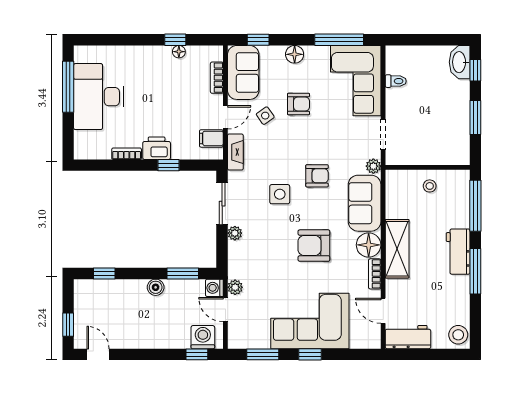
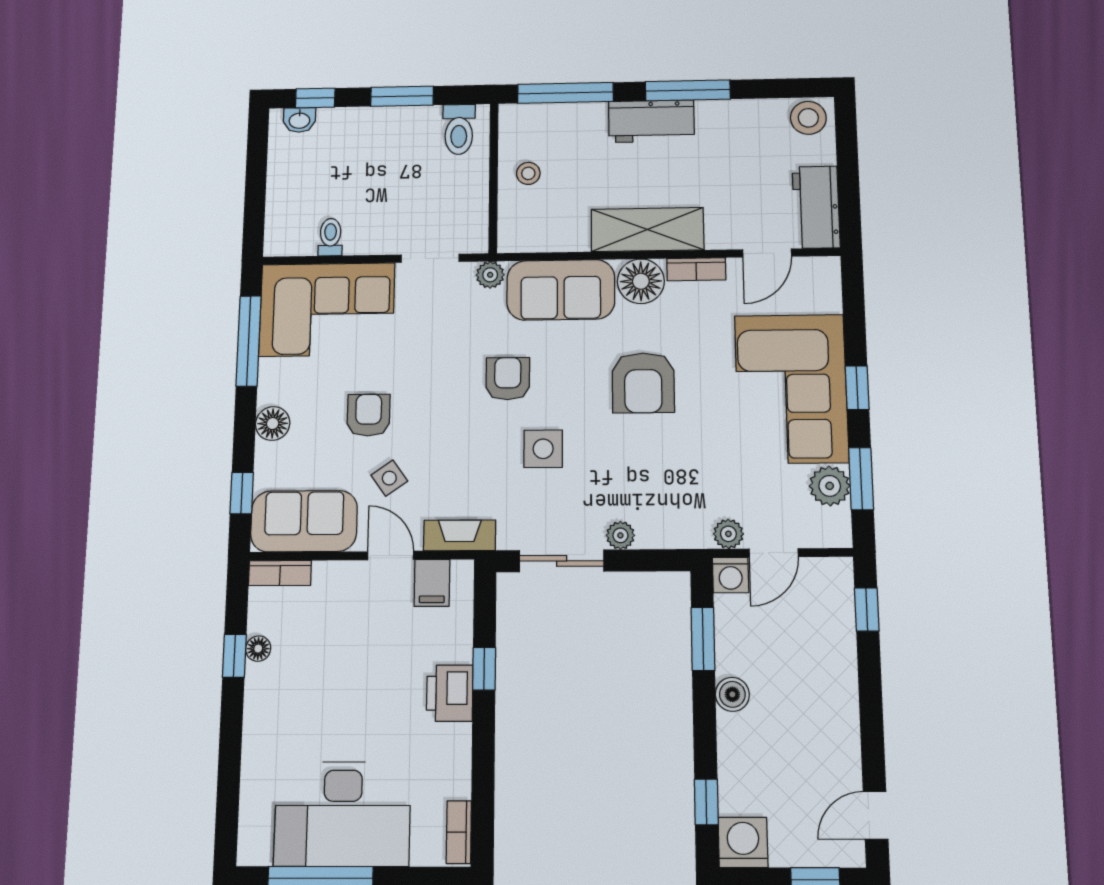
washbasin: (460, 62) -> (299, 120), width x0.52, depth x0.69
bookcase: (217, 78) -> (280, 573), moved
toilet: (456, 149) -> (459, 129), added
bookcase: (127, 154) -> (459, 832), moved
washing machine: (203, 337) -> (743, 842), moved, turned 90
plant: (259, 339) -> (830, 486), added

